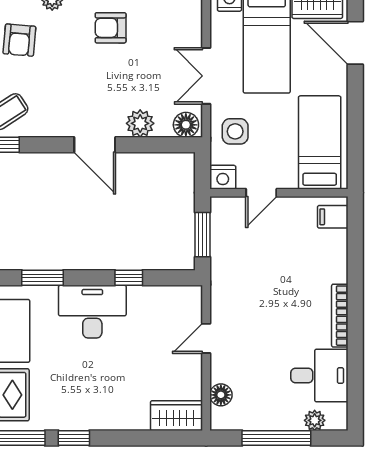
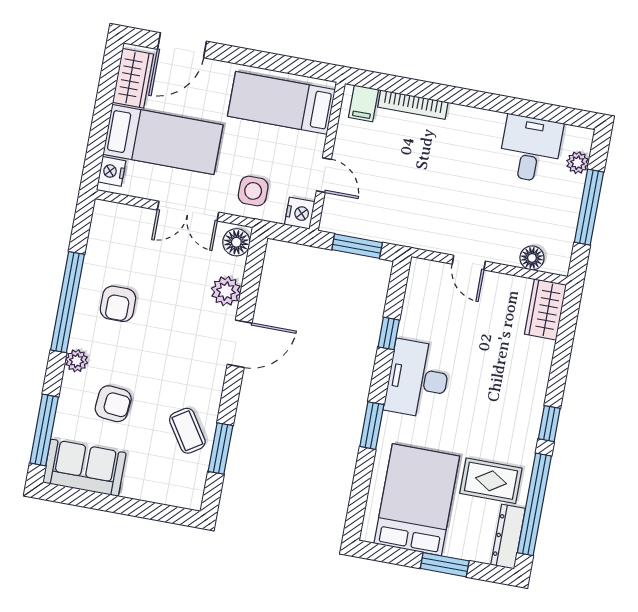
bookcase: (340, 316) -> (413, 105), moved

